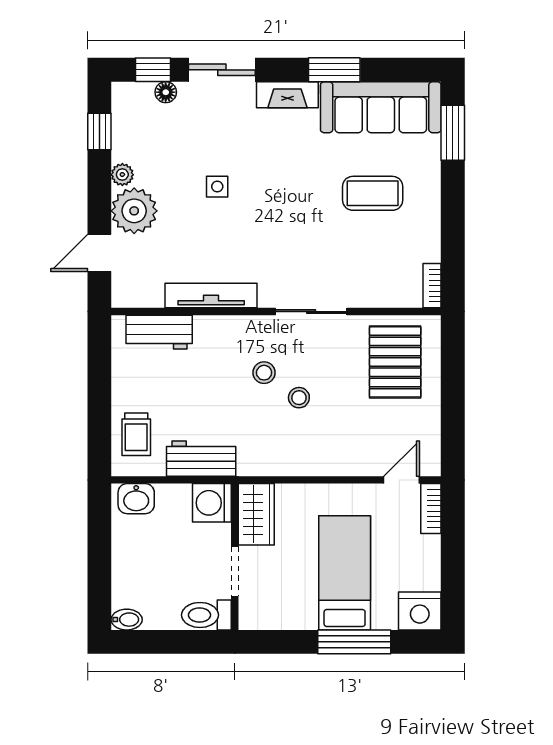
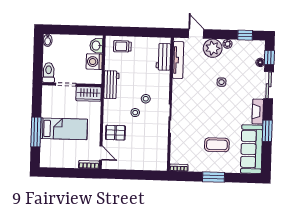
window: (453, 133) -> (213, 177), moved
coffee table: (373, 193) -> (217, 145), turned 90
tv unit: (211, 296) -> (178, 60), moved
pallet: (395, 362) -> (115, 133), moved, width x0.67, depth x0.71
workbench: (201, 459) -> (111, 85), moved
washing machine: (212, 503) -> (94, 62), moved, turned -90
nightstand: (420, 611) -> (48, 159), removed

